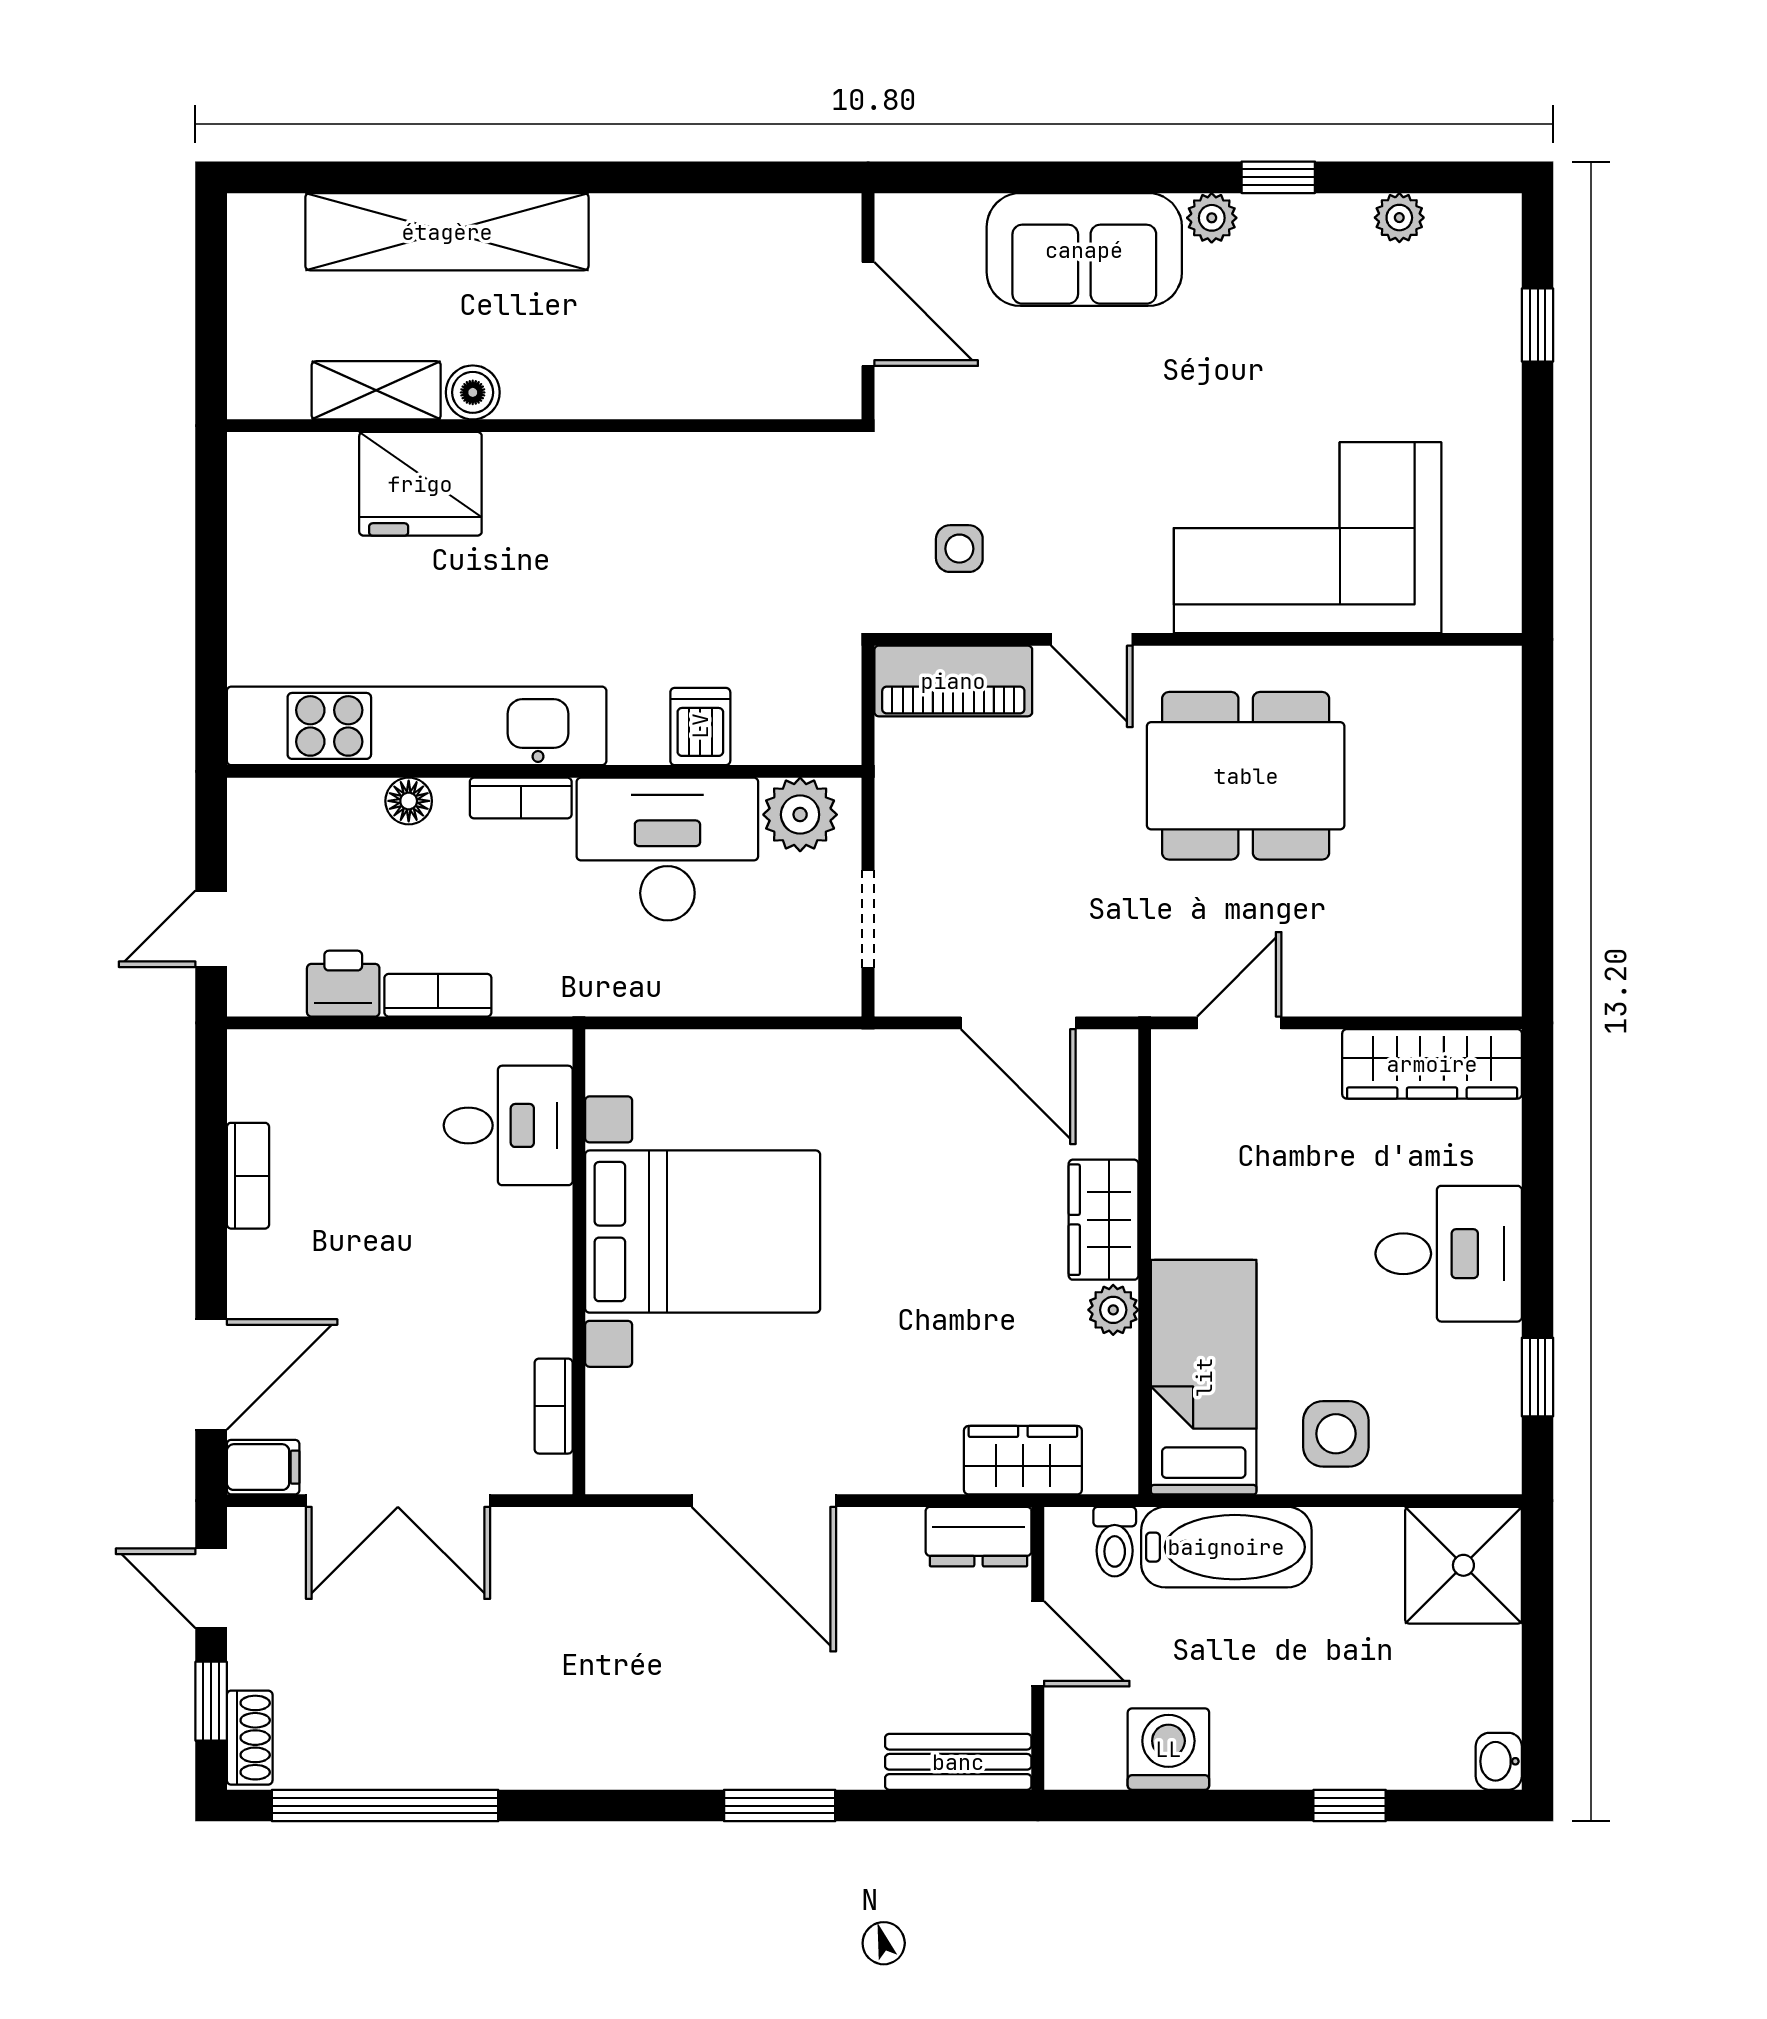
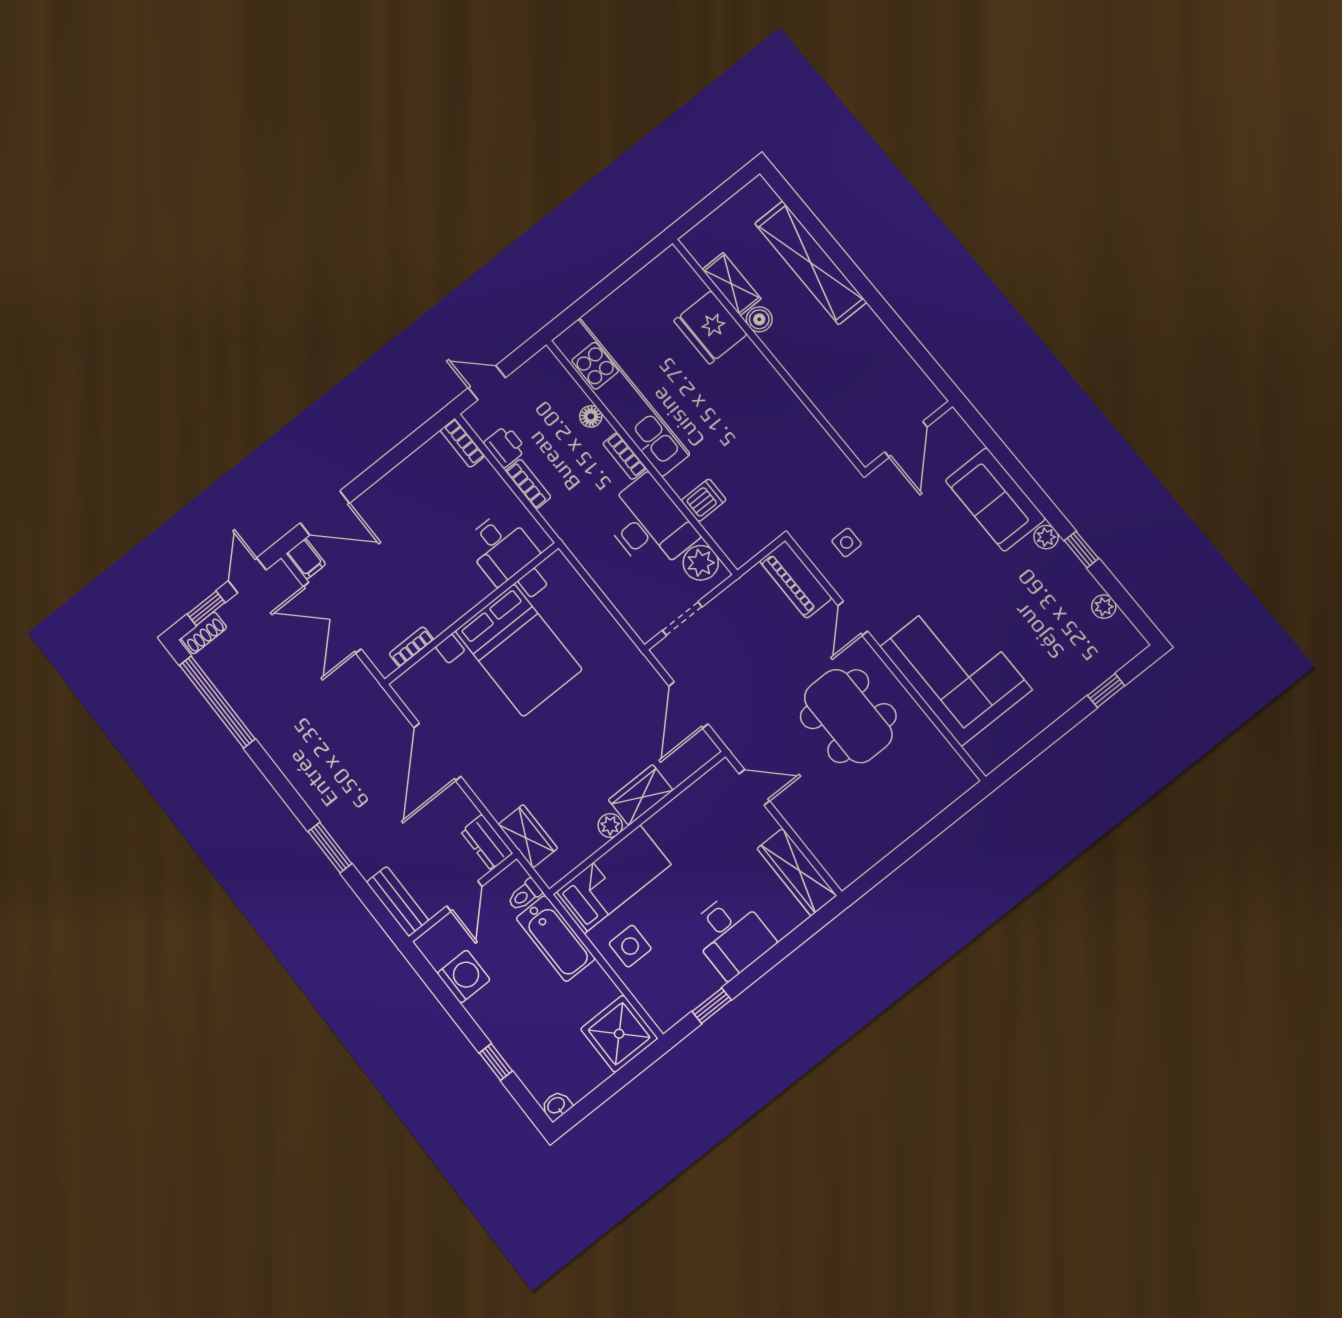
bookcase: (248, 1176) -> (462, 443), moved, turned 90

